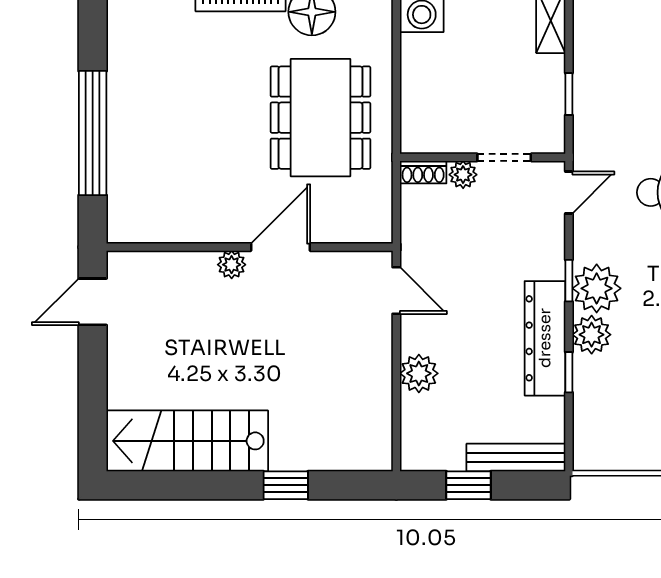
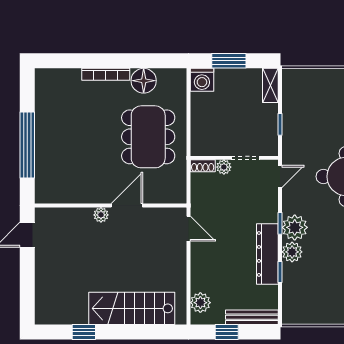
plant: (419, 373) -> (200, 303), moved
stairs: (187, 441) -> (132, 308), moved
window: (286, 485) -> (84, 332), moved

